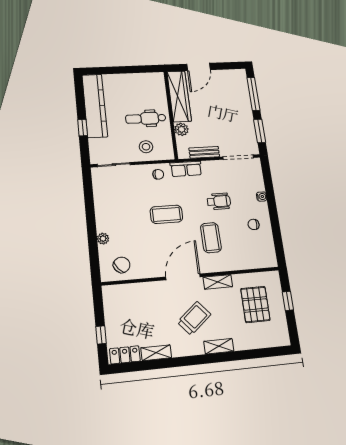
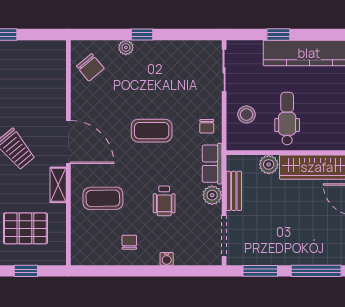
plant: (210, 167) -> (212, 195), added
coffee table: (166, 214) -> (152, 131), turned 90
window: (91, 227) -> (142, 35), added
coffee table: (211, 238) -> (103, 198), moved

